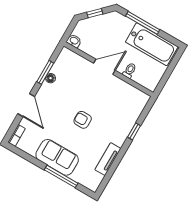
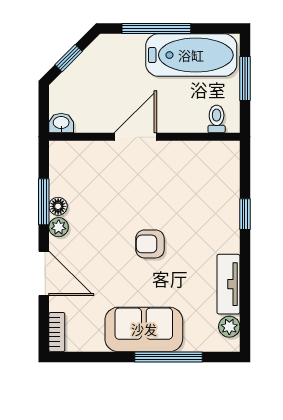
window: (170, 69) -> (245, 78), added
toilet: (130, 71) -> (217, 119), moved
plant: (45, 88) -> (59, 227), added
plant: (97, 179) -> (229, 327), added

